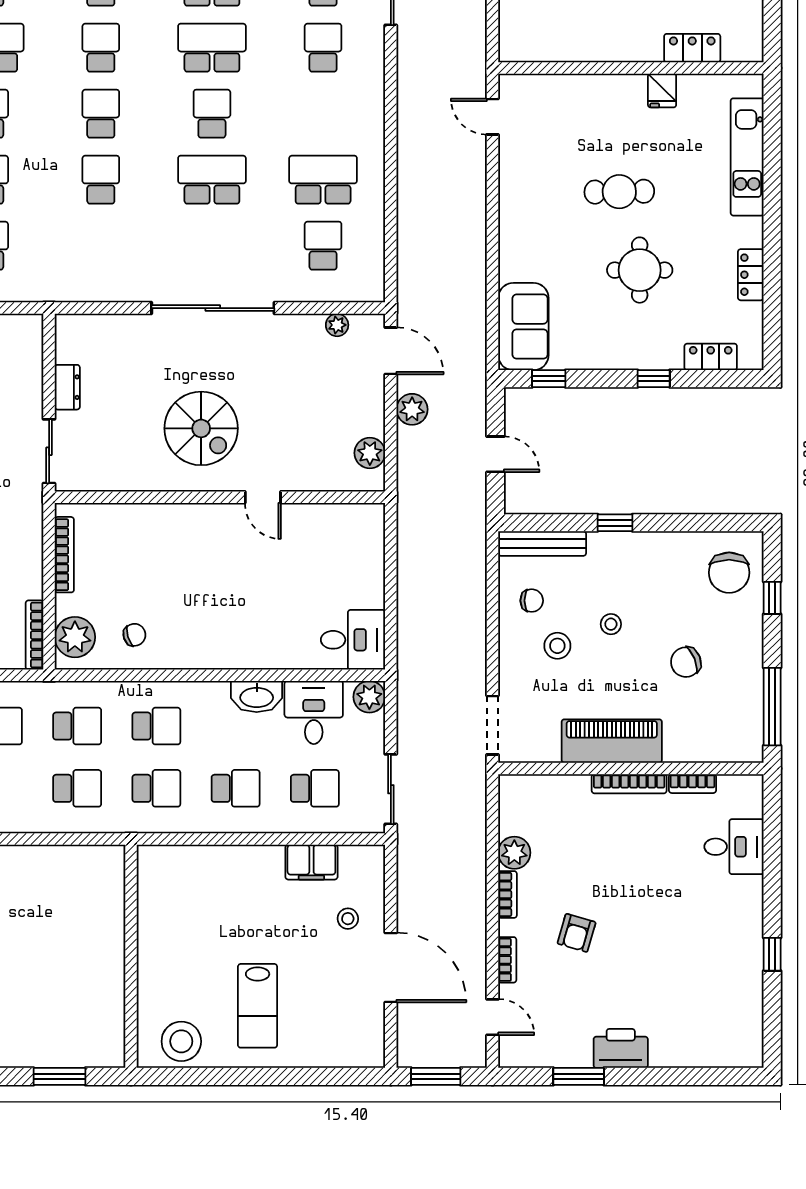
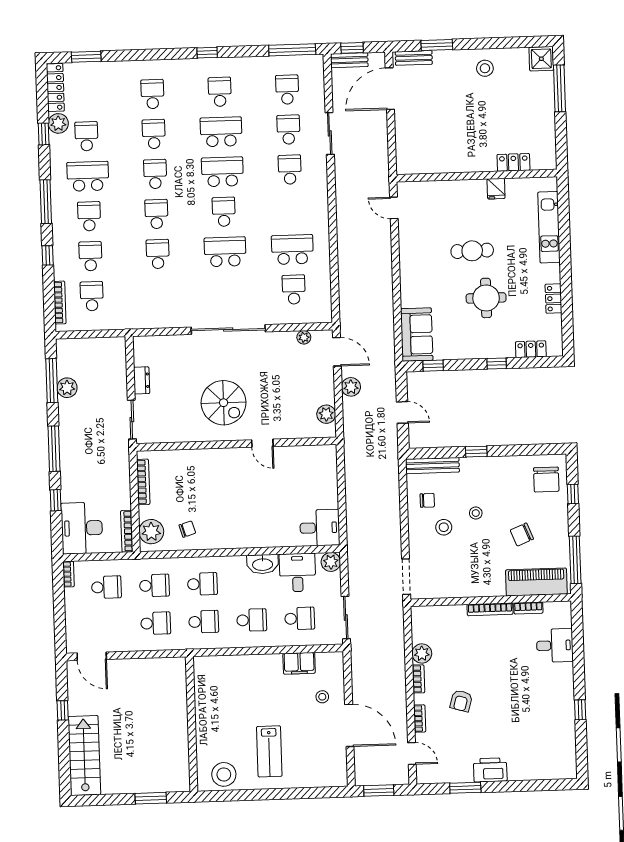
piano: (612, 741) -> (536, 582), moved

